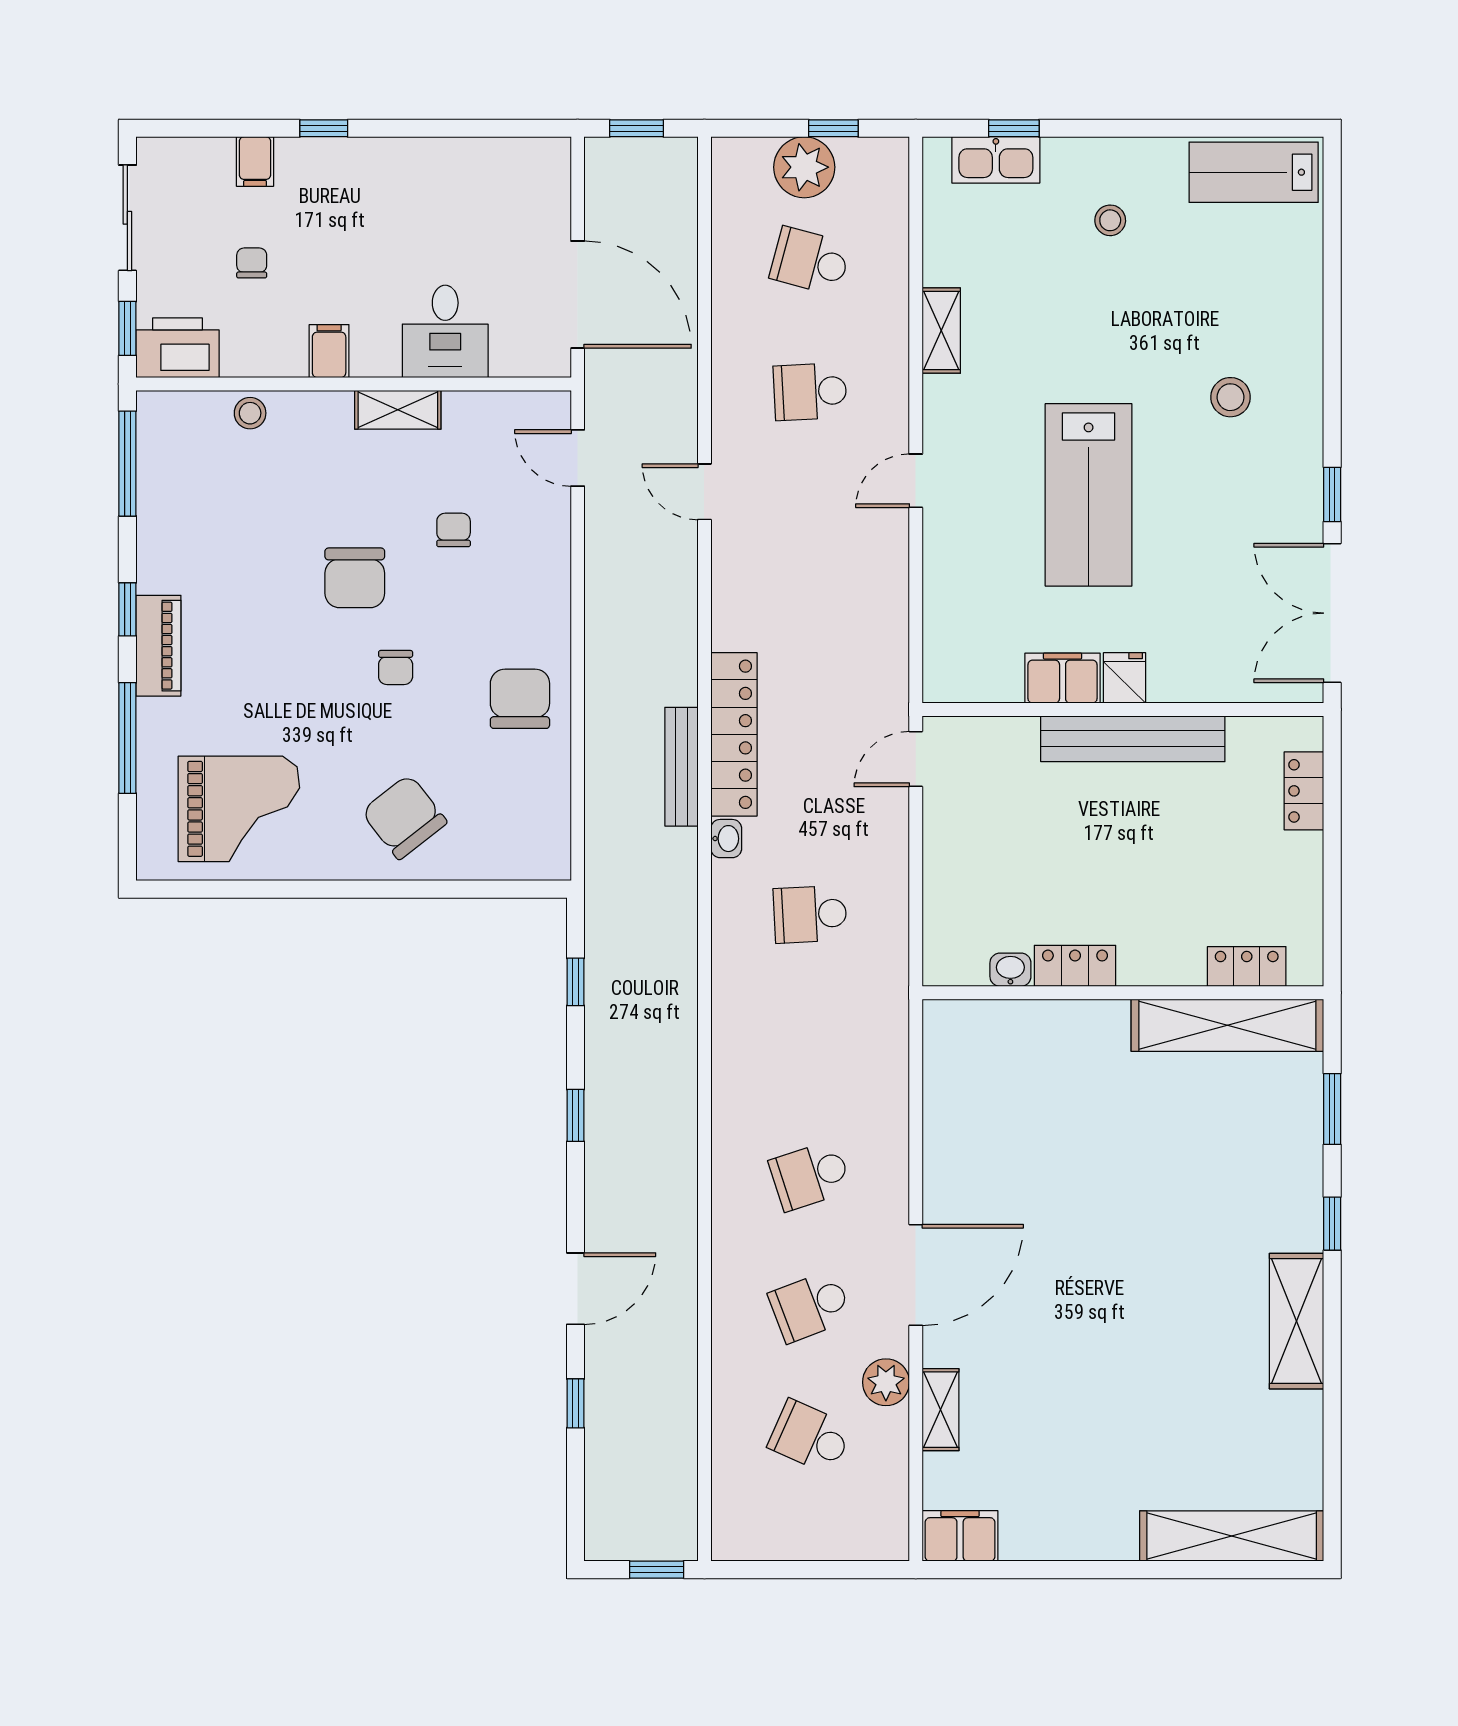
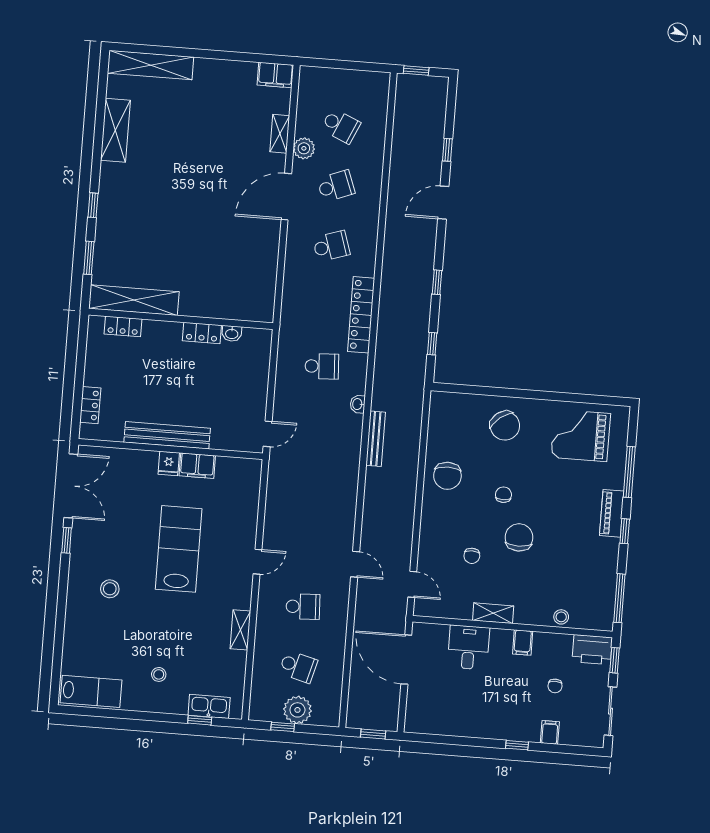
locker: (734, 734) -> (361, 315), moved
shelving: (1297, 1321) -> (115, 130), moved

